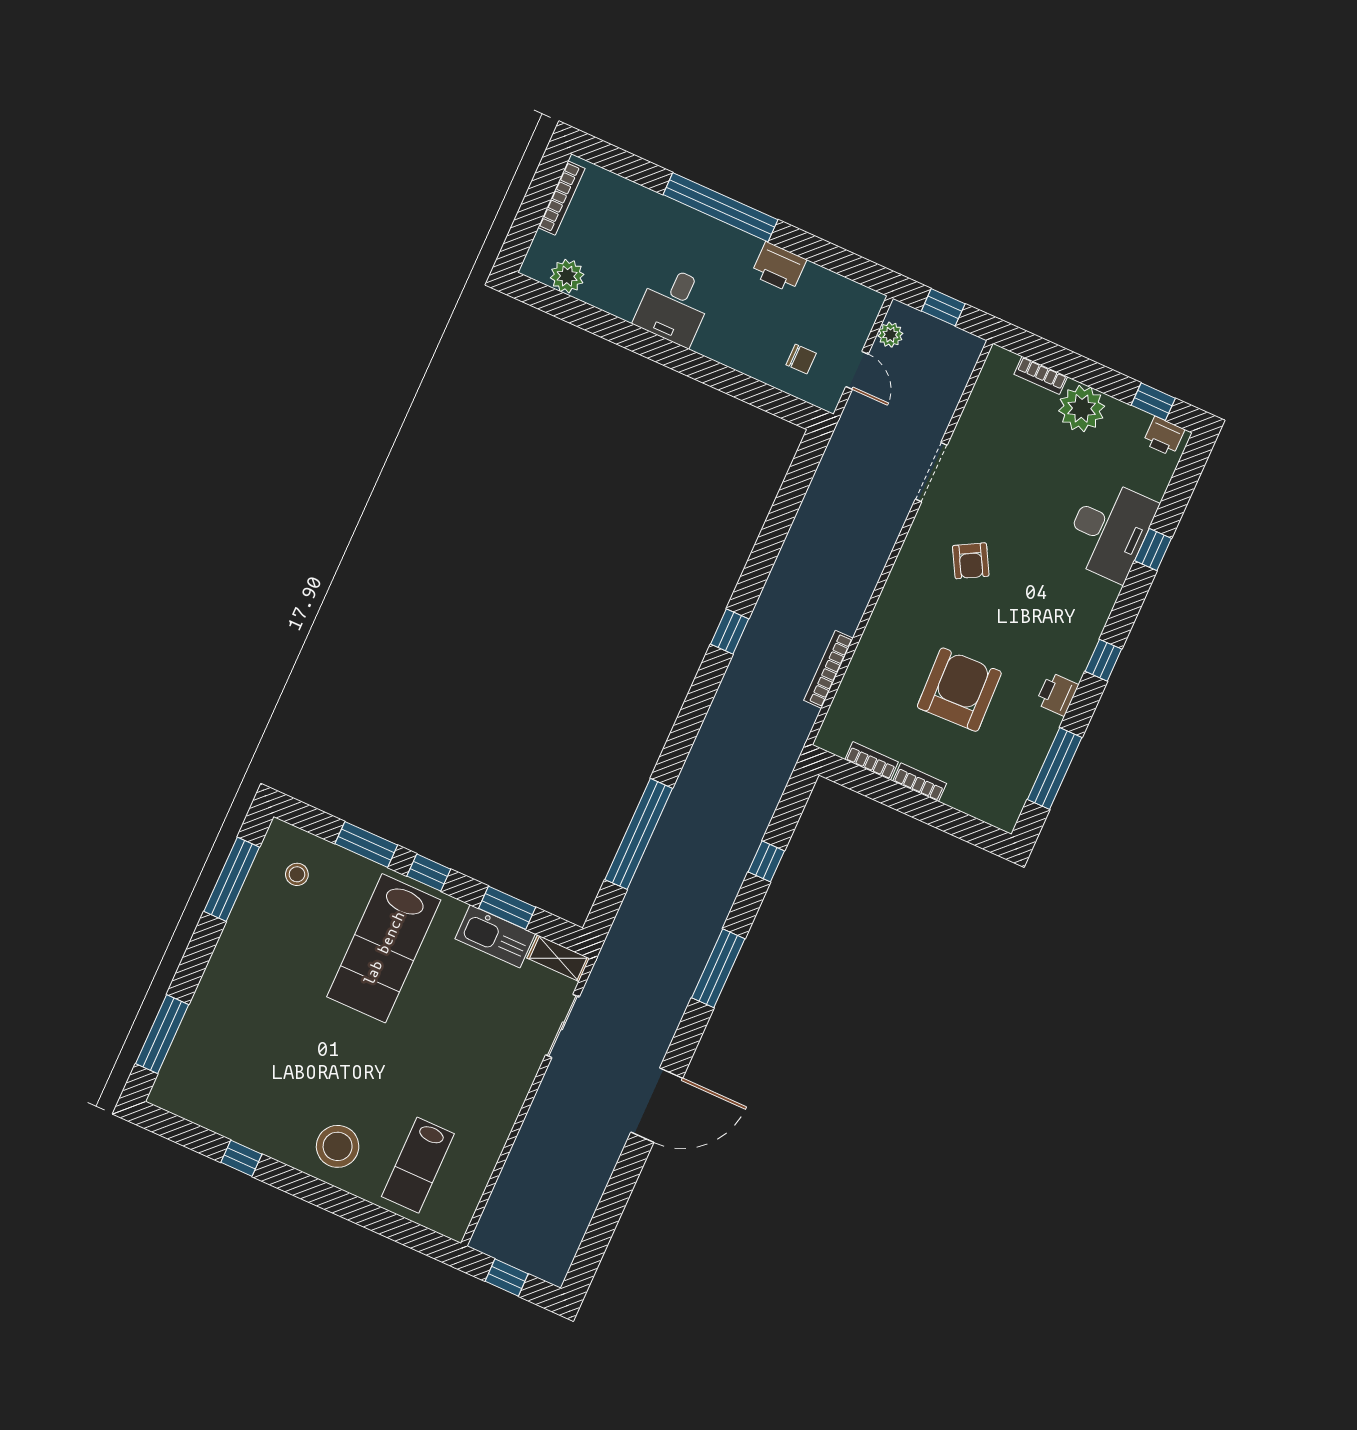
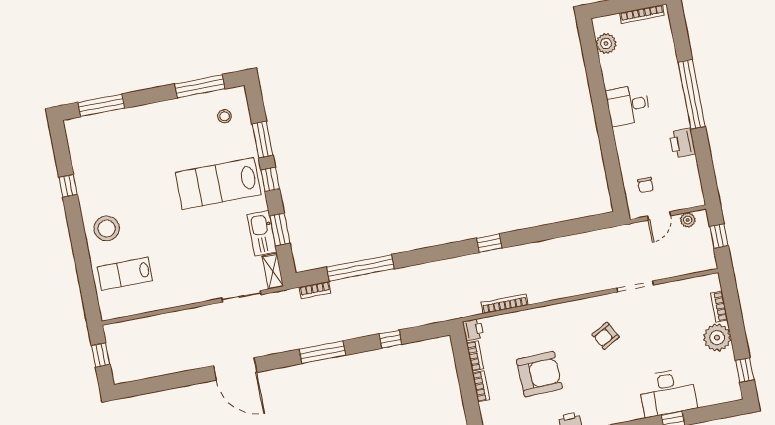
printer: (1164, 436) -> (473, 330), moved, turned 180
bookcase: (625, 918) -> (315, 290), added

